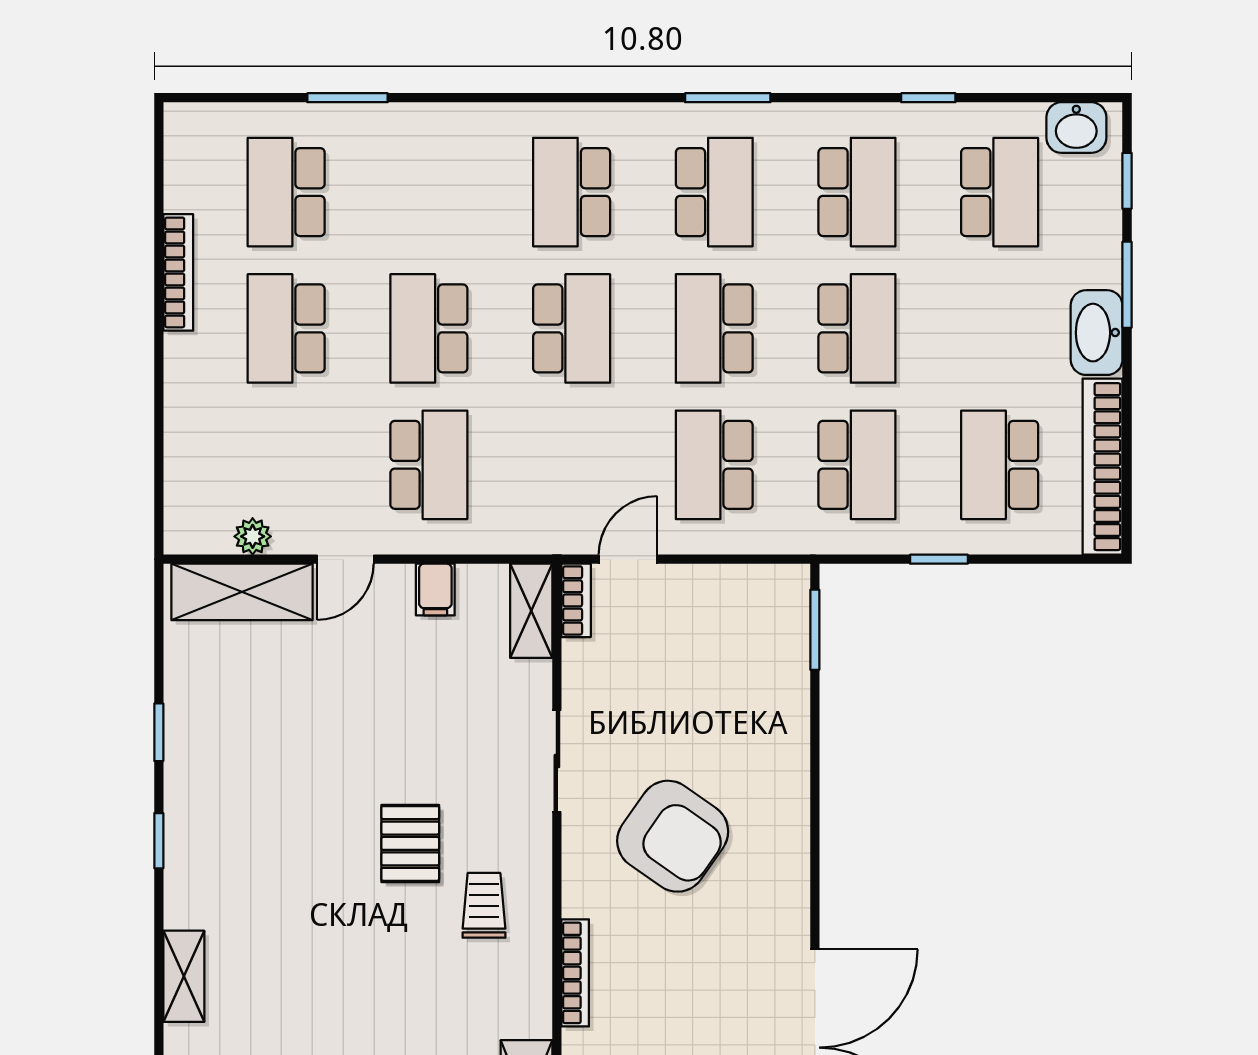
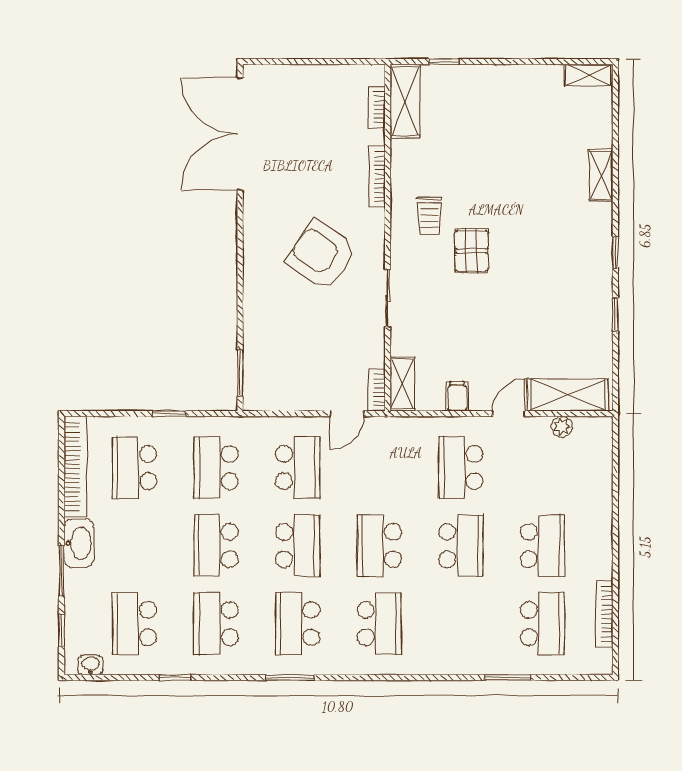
washbasin: (1076, 128) -> (91, 665), width x0.72, depth x0.69
bookcase: (178, 272) -> (604, 614), moved
school desk: (1000, 465) -> (134, 468), turned 180

